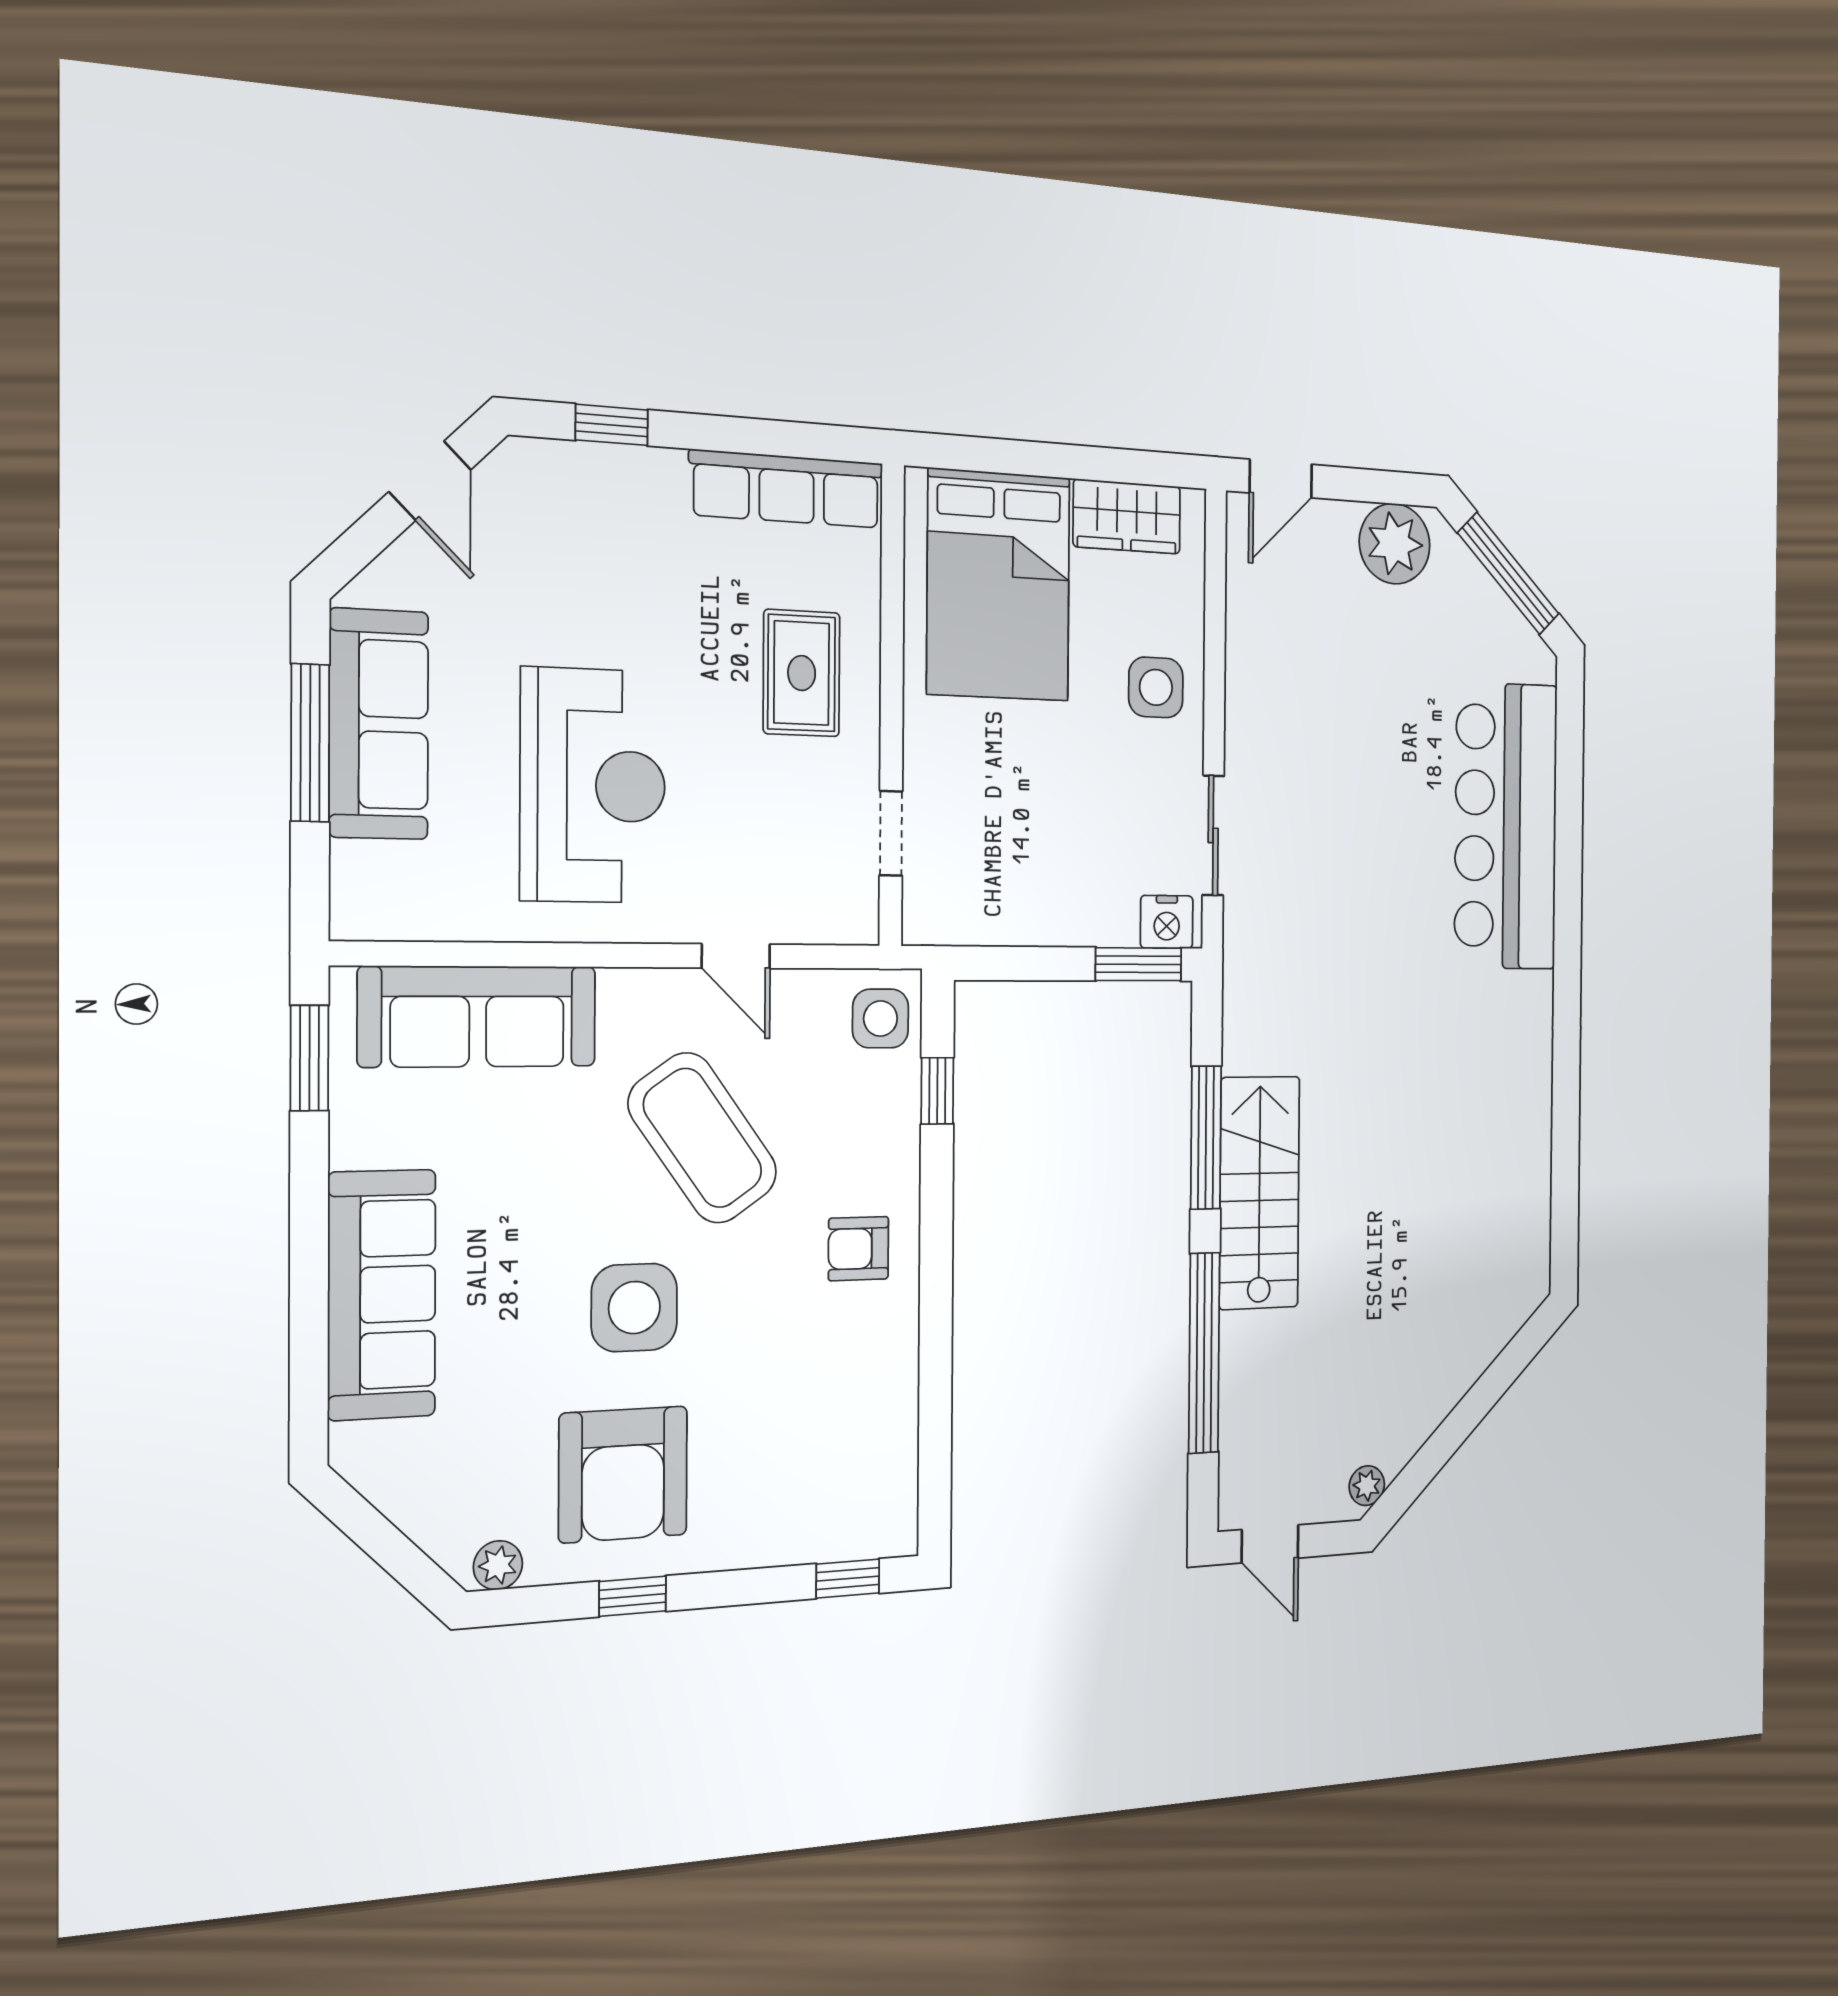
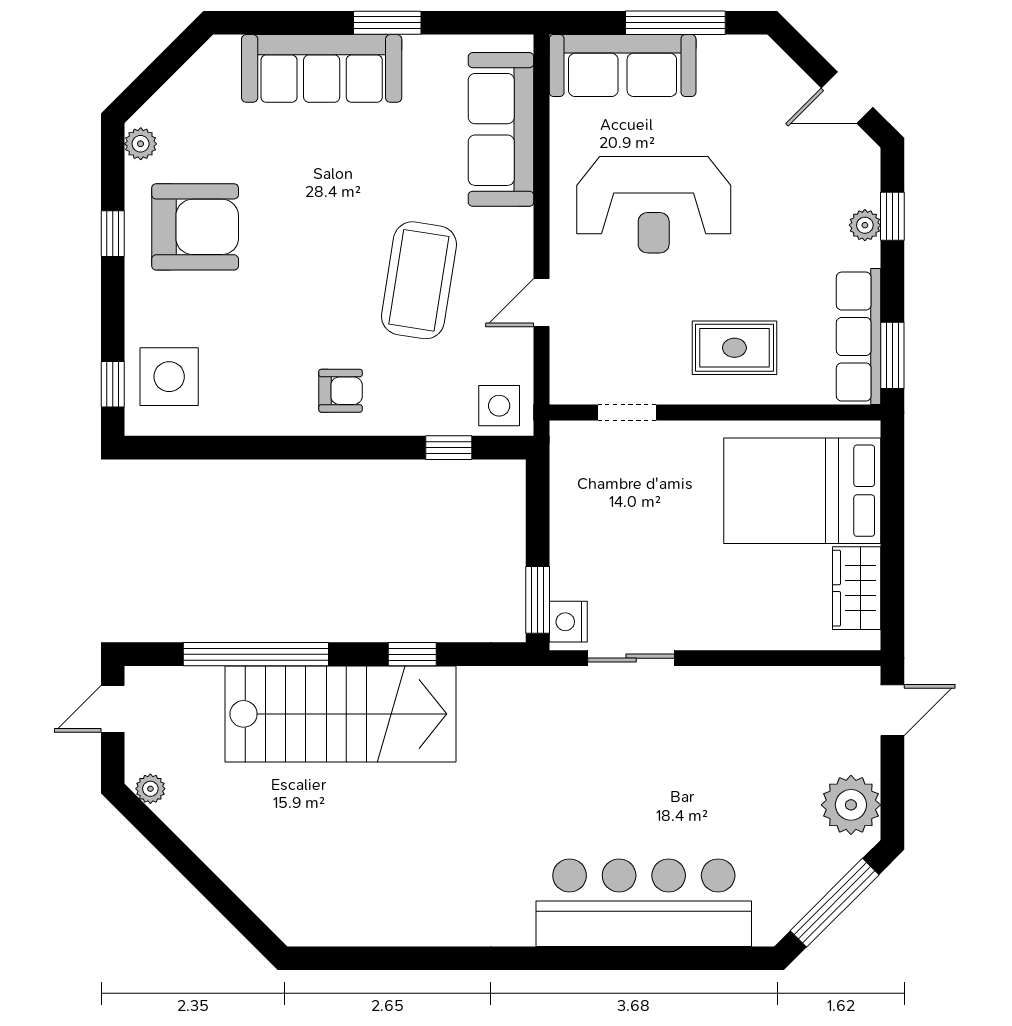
window: (814, 441) -> (892, 355), added
plant: (625, 468) -> (865, 225), added
door: (1281, 479) -> (892, 710), swing flipped
side table: (1156, 687) -> (736, 612), removed
sofa: (379, 724) -> (623, 66), moved
window: (309, 1058) -> (387, 23), moved
coffee table: (703, 1138) -> (419, 280), turned -46
window: (1206, 1138) -> (412, 654), width x0.46
stairs: (1260, 1193) -> (340, 714), width x1.36, depth x1.51
armchair: (858, 1249) -> (341, 391), turned 90
side table: (634, 1308) -> (169, 377), moved
armchair: (623, 1474) -> (195, 227), turned 180

